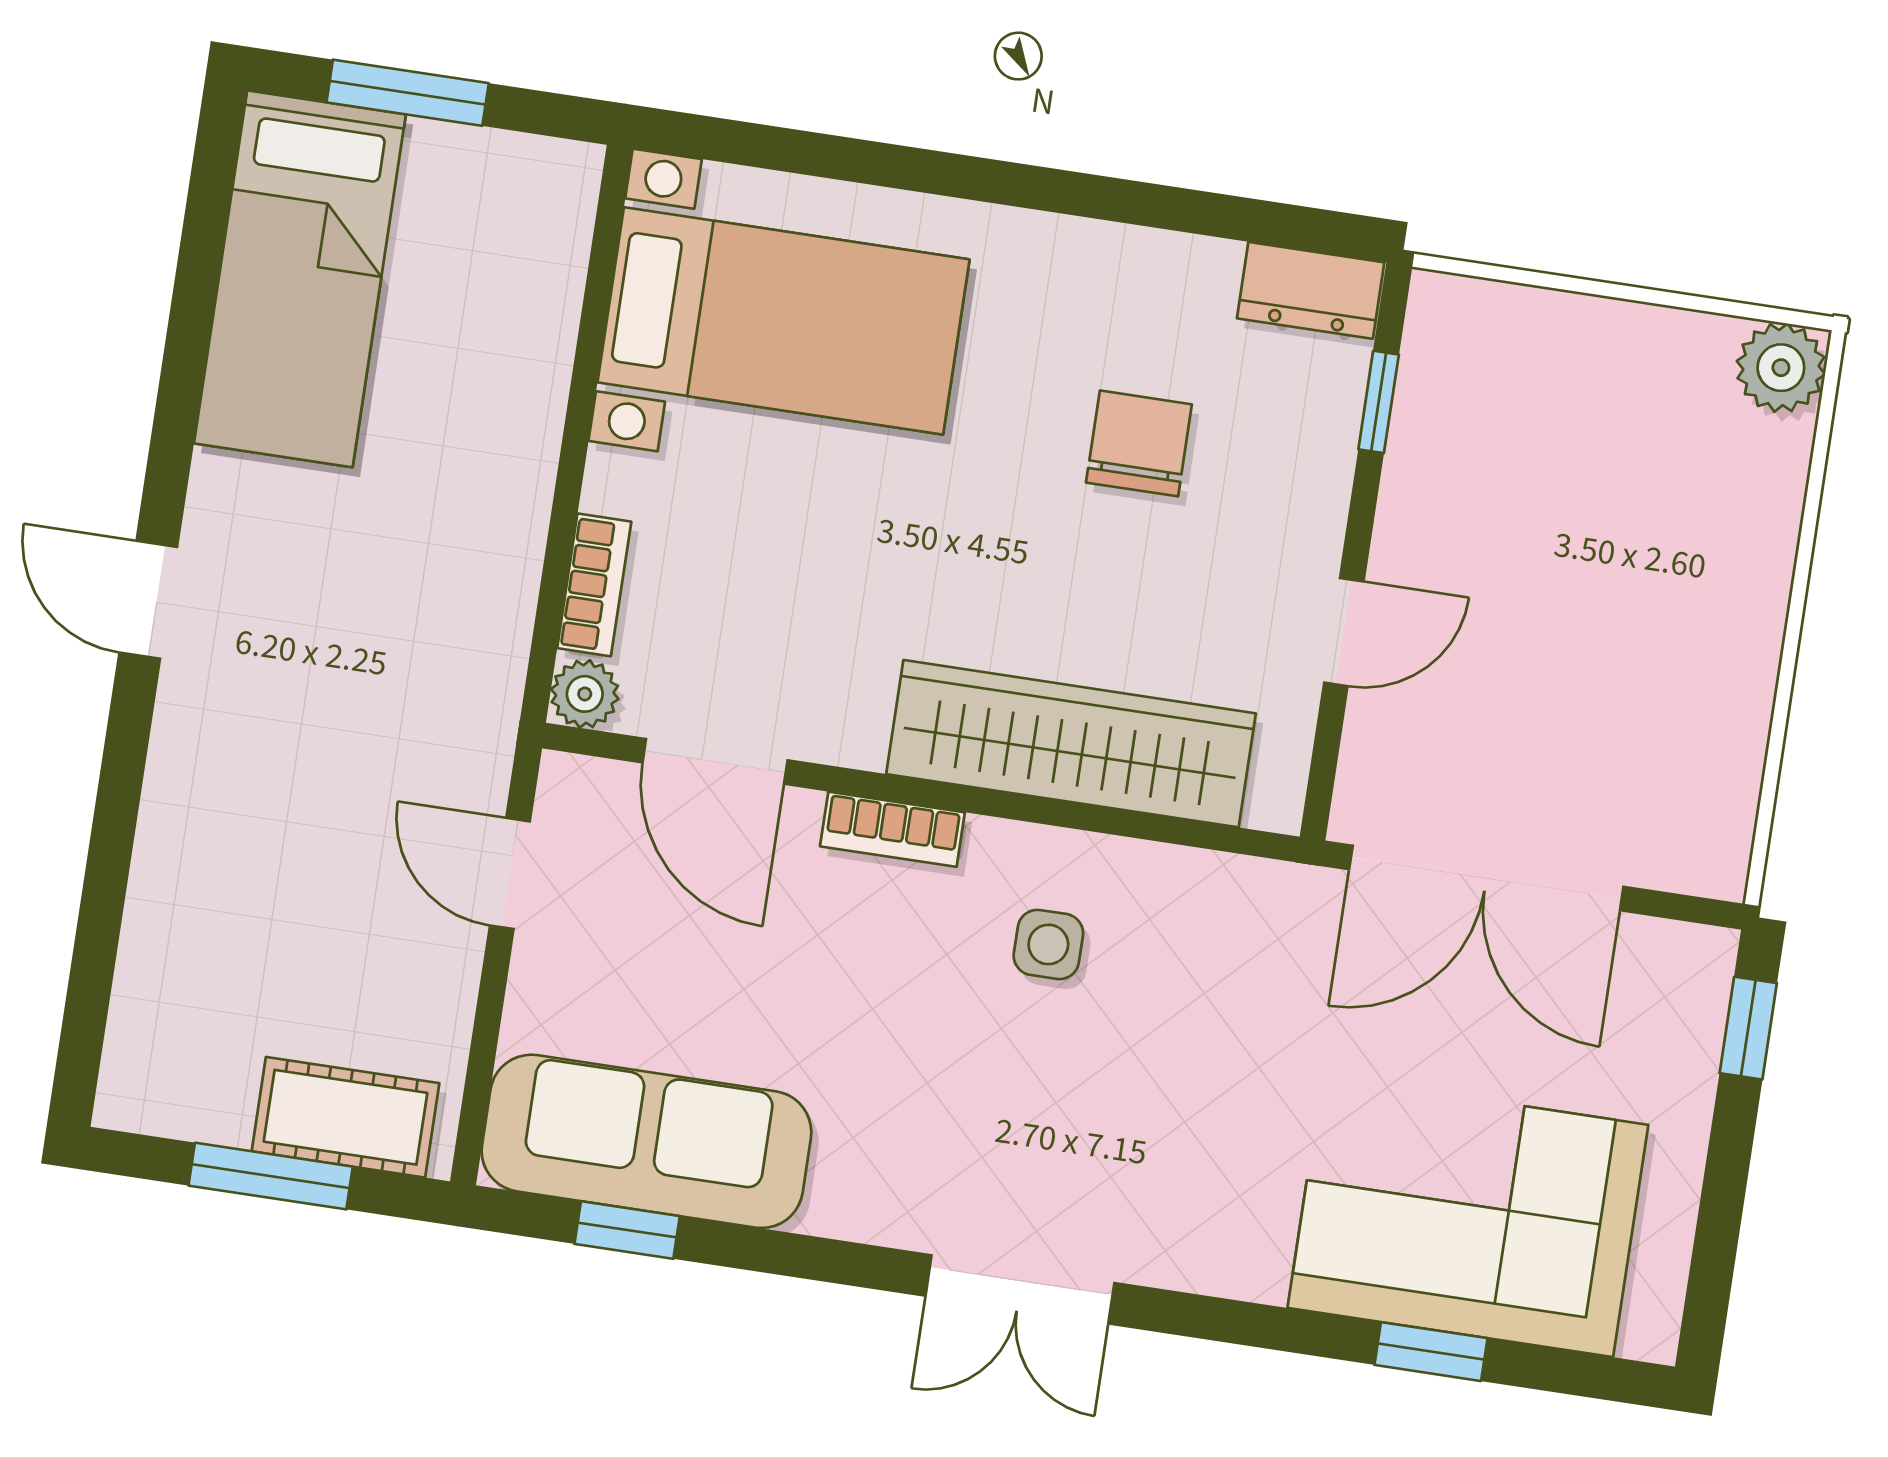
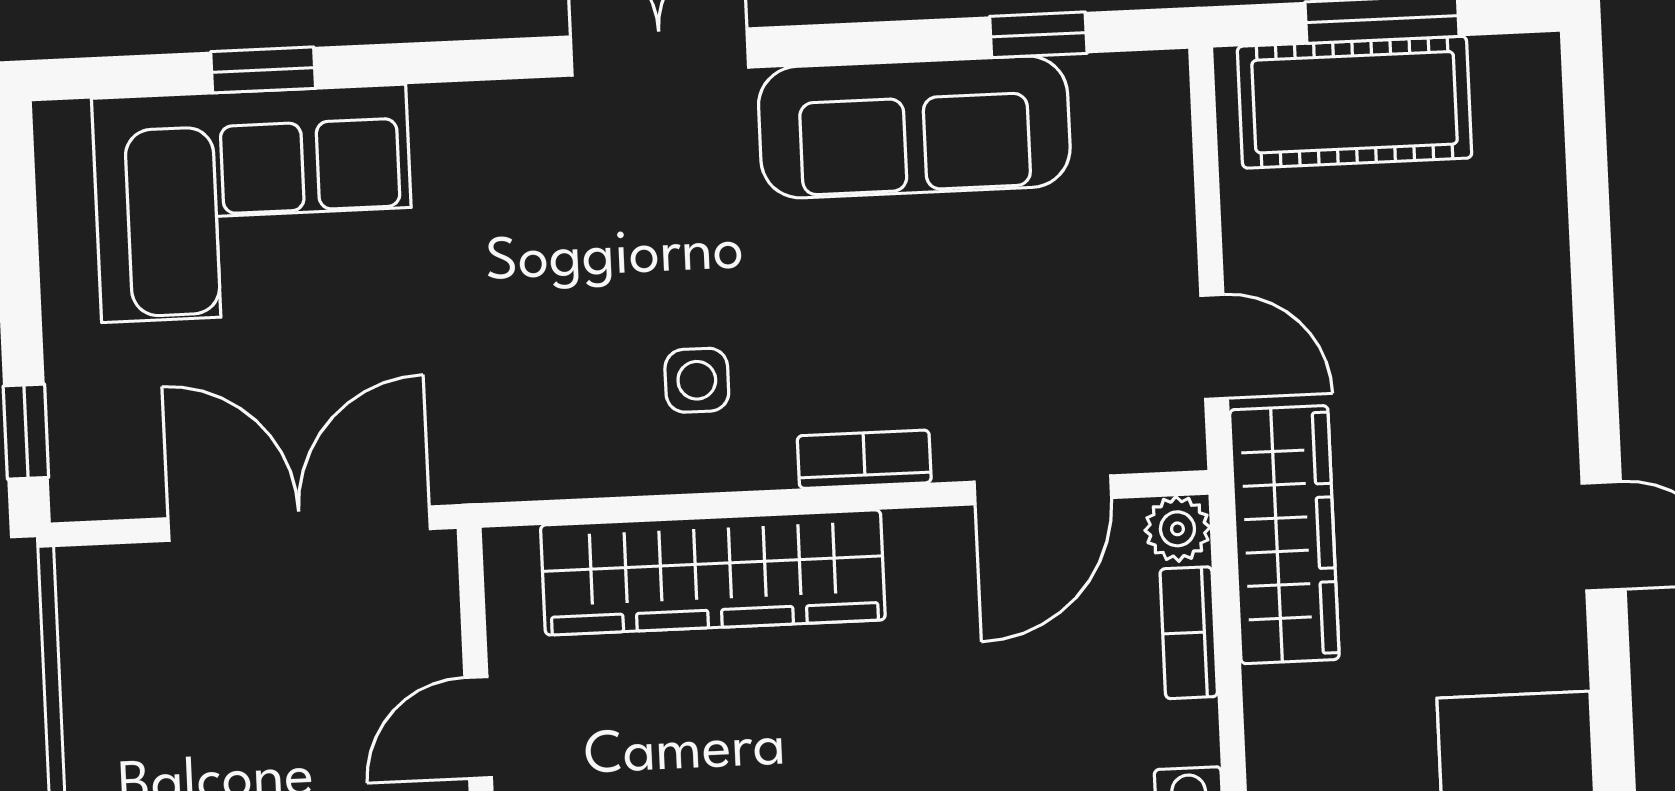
wardrobe: (476, 666) -> (1284, 535), added
door: (715, 761) -> (1043, 490), swing flipped
cot: (345, 1117) -> (1355, 102), width x1.37, depth x1.34
sofa: (646, 1141) -> (914, 127), moved

